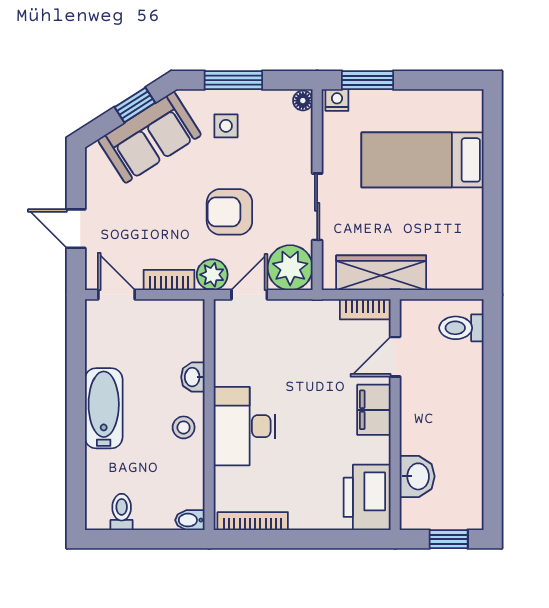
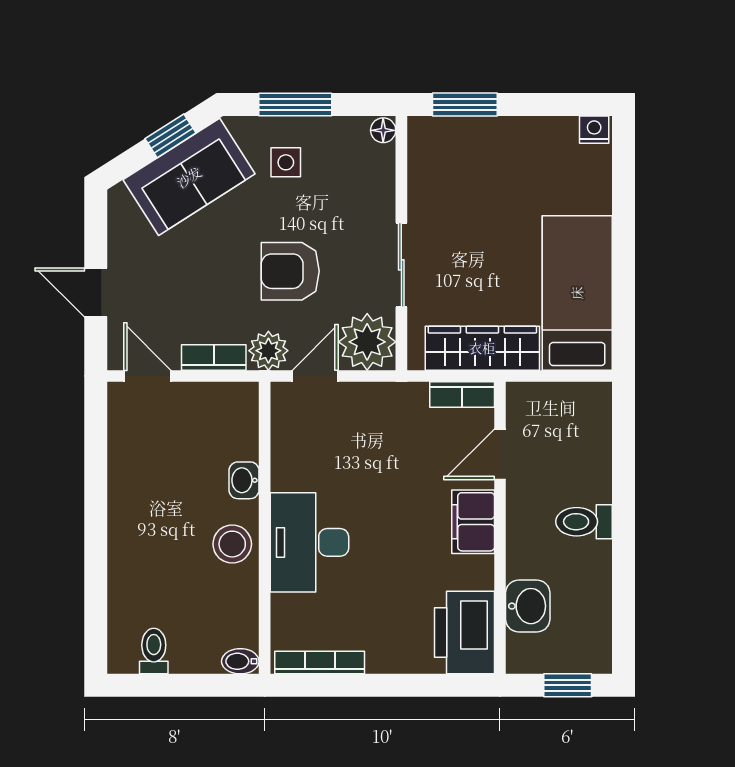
nightstand: (337, 100) -> (594, 130), moved
bed: (423, 160) -> (577, 293), moved, turned 90
toilet: (461, 328) -> (584, 522), moved
bathtub: (104, 408) -> (131, 520), removed
stool: (184, 427) -> (232, 544), width x1.37, depth x1.37

